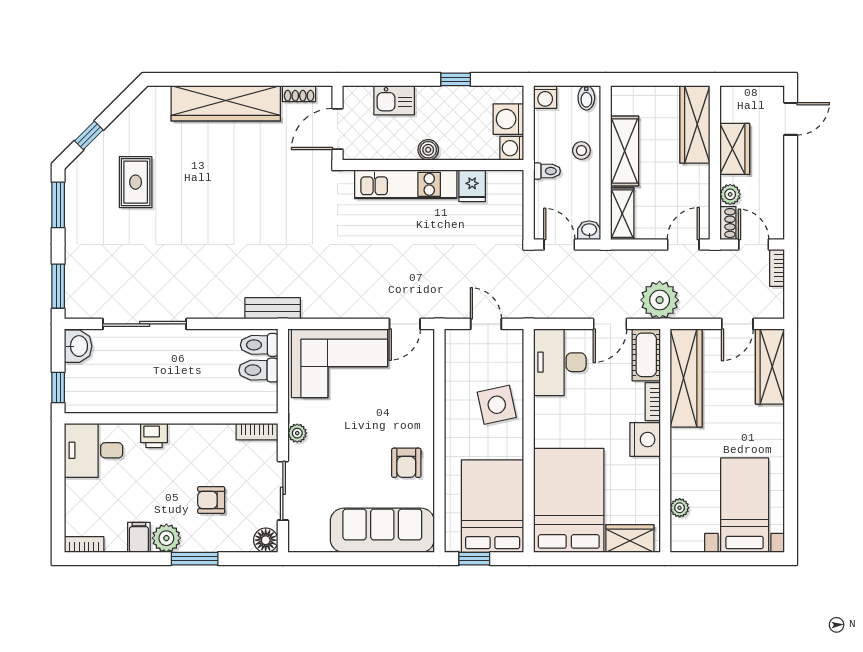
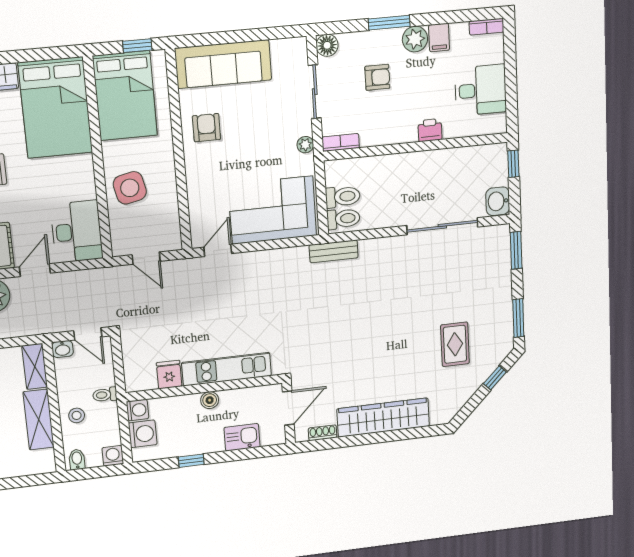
desk: (94, 450) -> (481, 90), moved

